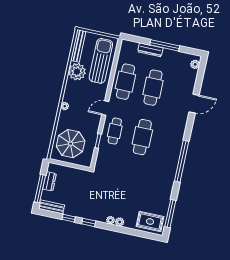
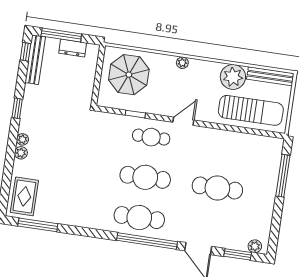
window: (165, 45) -> (283, 176), moved
dresser: (150, 50) -> (271, 180), removed
window: (200, 77) -> (238, 254), added
cafe table: (125, 82) -> (139, 218), moved
door: (105, 108) -> (183, 121), hinge flipped
window: (182, 161) -> (147, 241), moved
bench: (52, 207) -> (35, 60), width x1.36
window: (69, 218) -> (25, 52), moved

